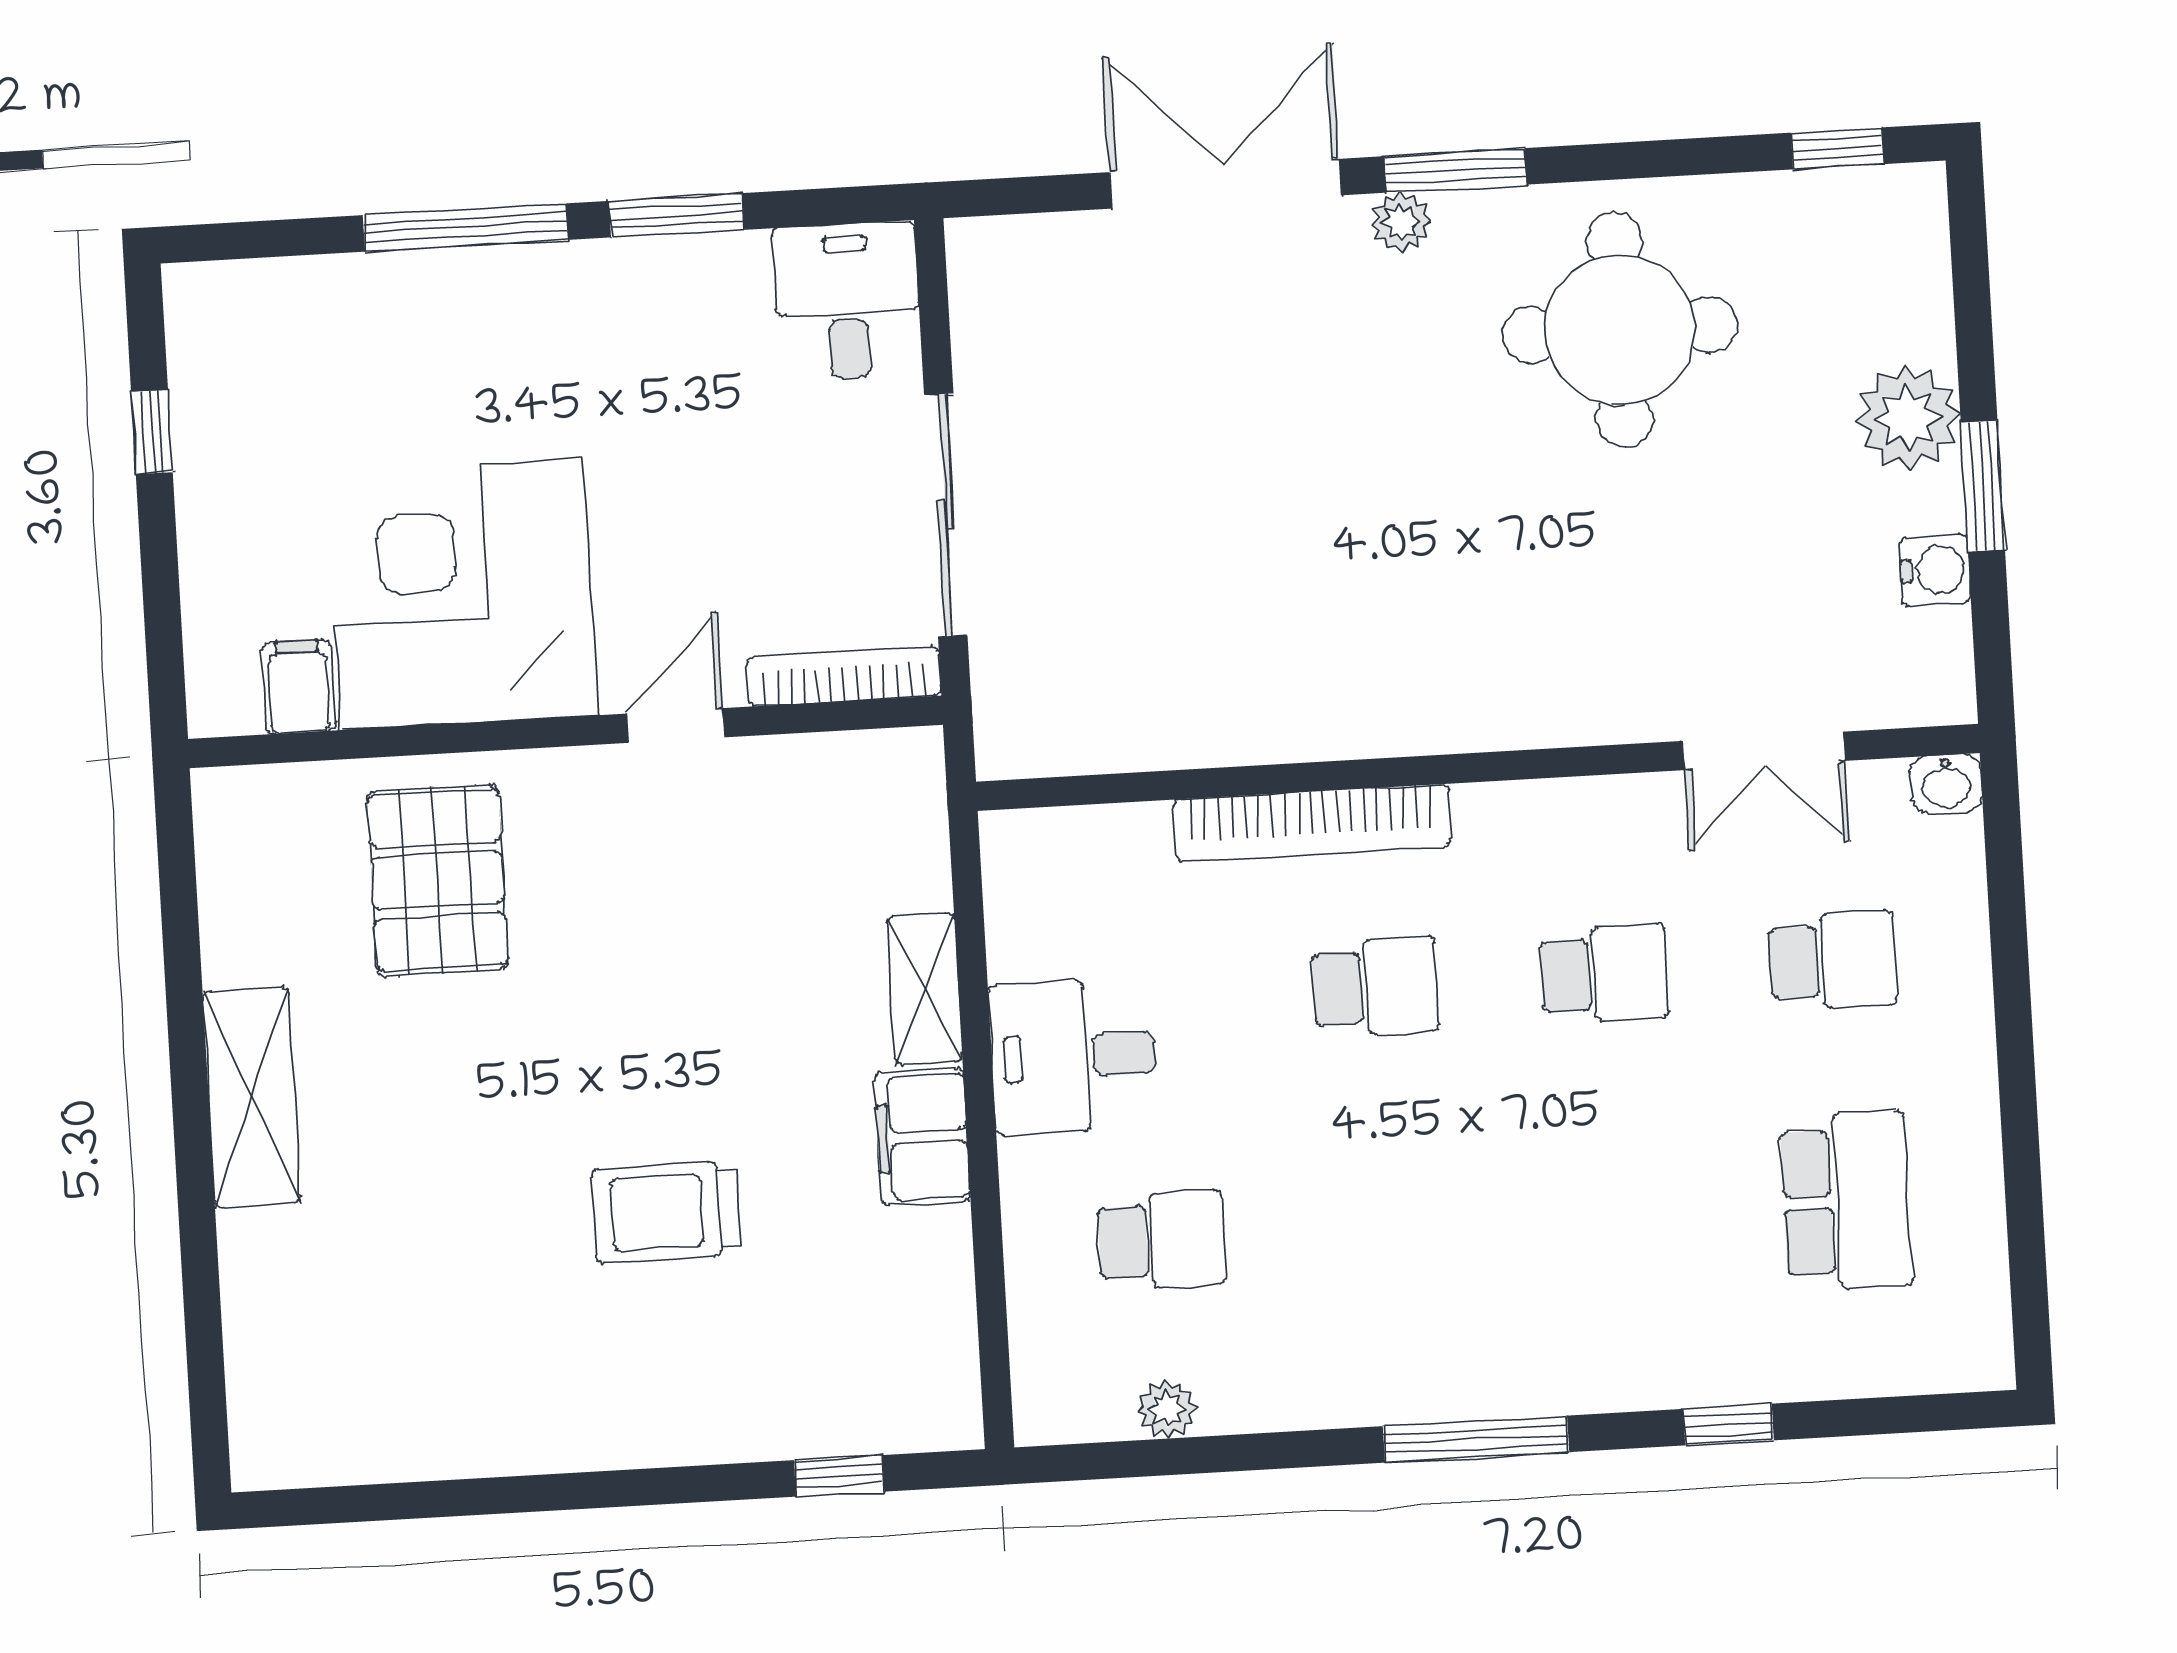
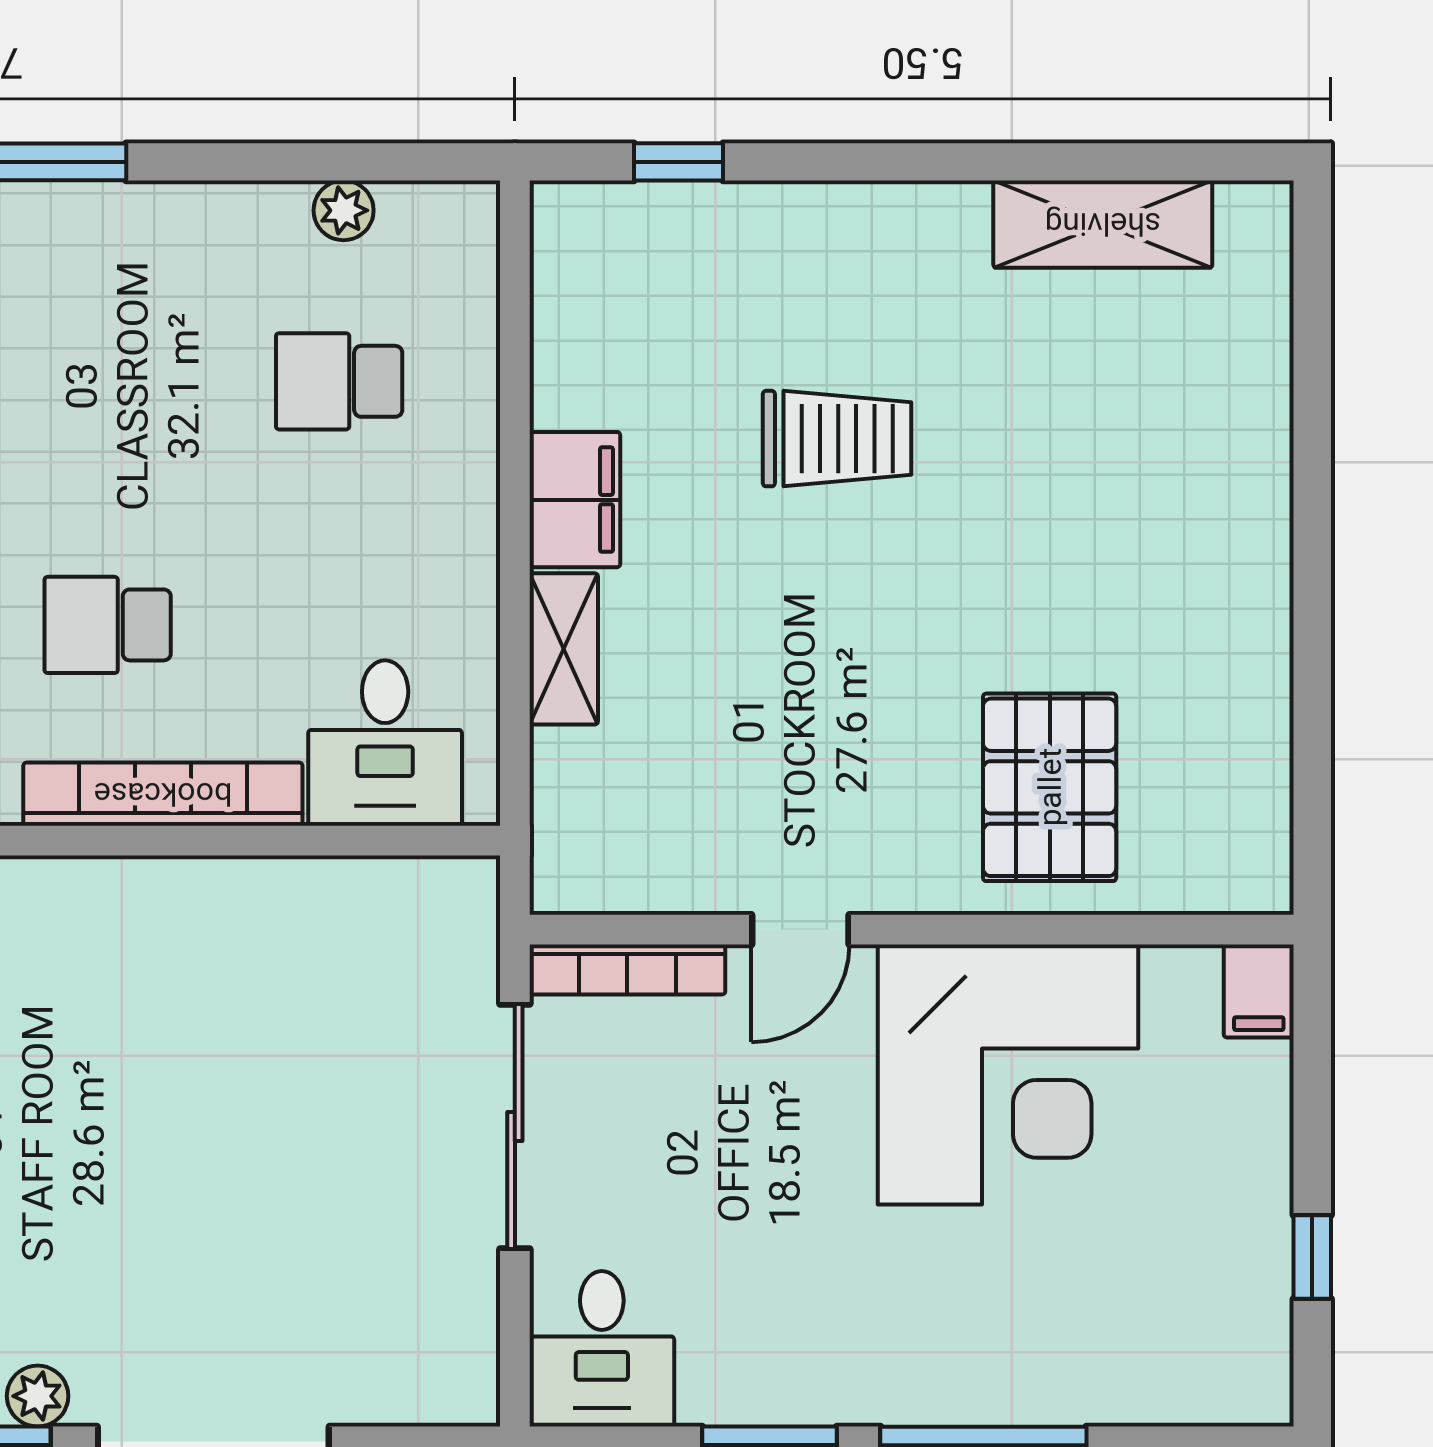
filing cabinet: (298, 687) -> (1259, 991), moved
desk: (1074, 1056) -> (385, 743), moved, turned 90
shelving: (252, 1097) -> (1103, 224), moved, turned 90

